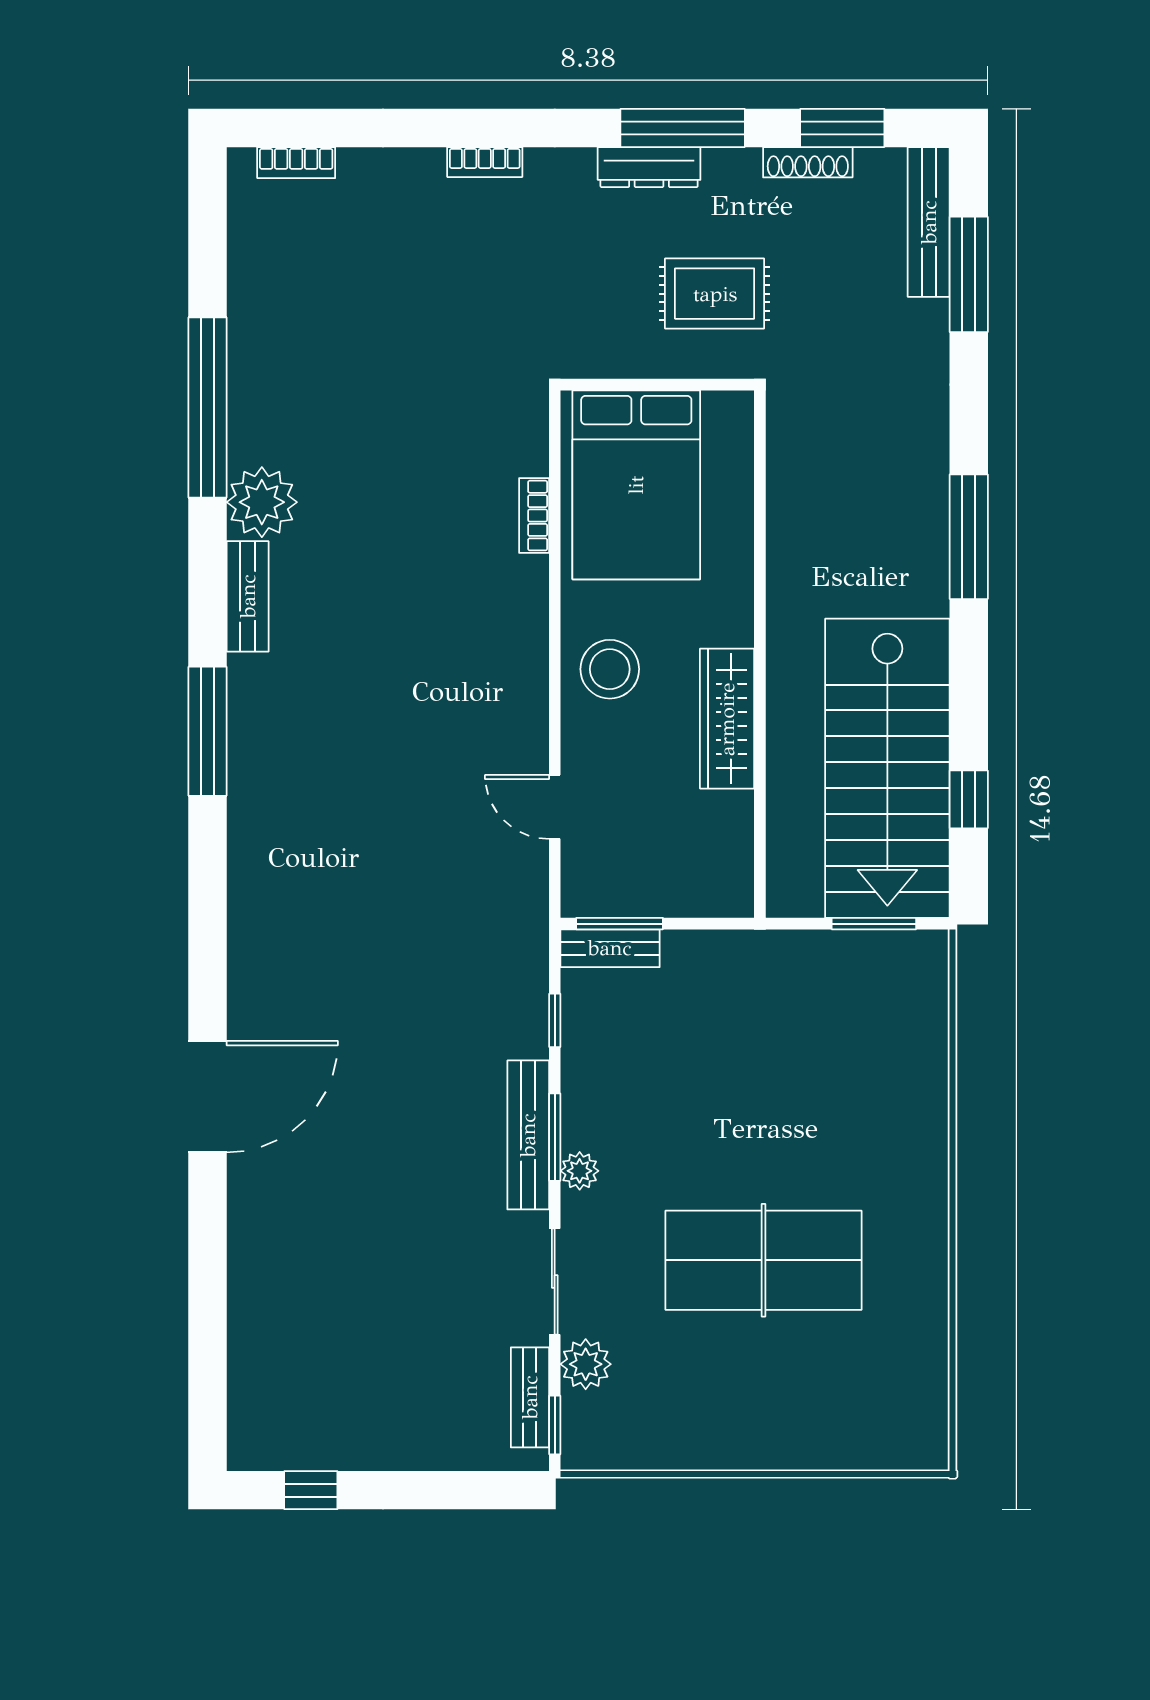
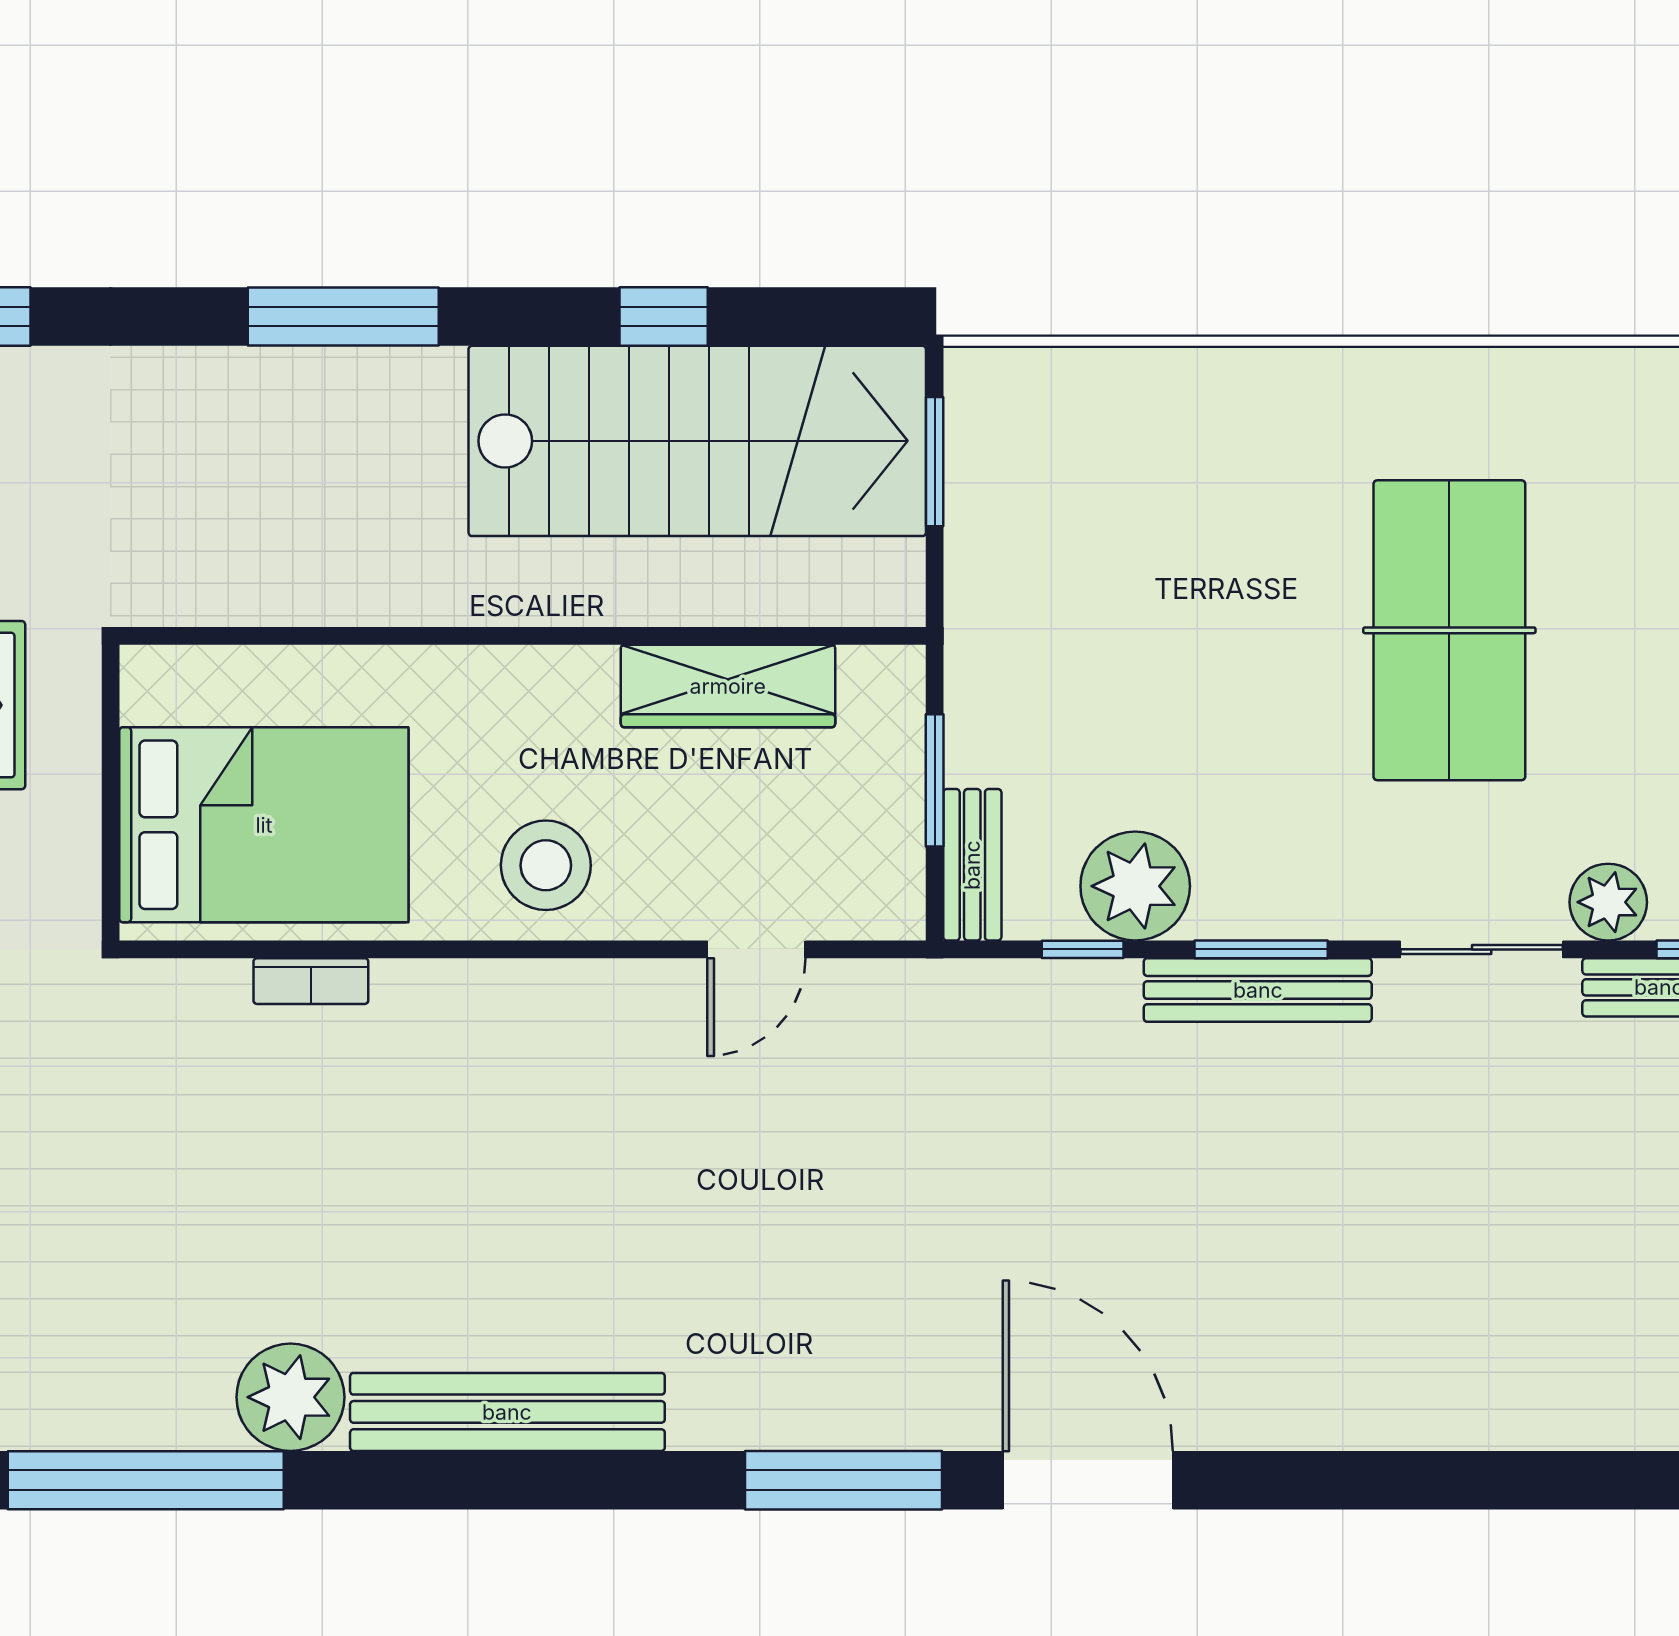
bench: (248, 596) -> (507, 1412), width x1.86, depth x1.21
wardrobe: (727, 719) -> (728, 686), moved
window: (207, 731) -> (843, 1480), moved
window: (969, 799) -> (664, 317), moved
window: (620, 924) -> (935, 780), moved
door: (207, 1097) -> (1088, 1480), moved
plant: (580, 1171) -> (1135, 886), moved, width x1.87, depth x1.87

